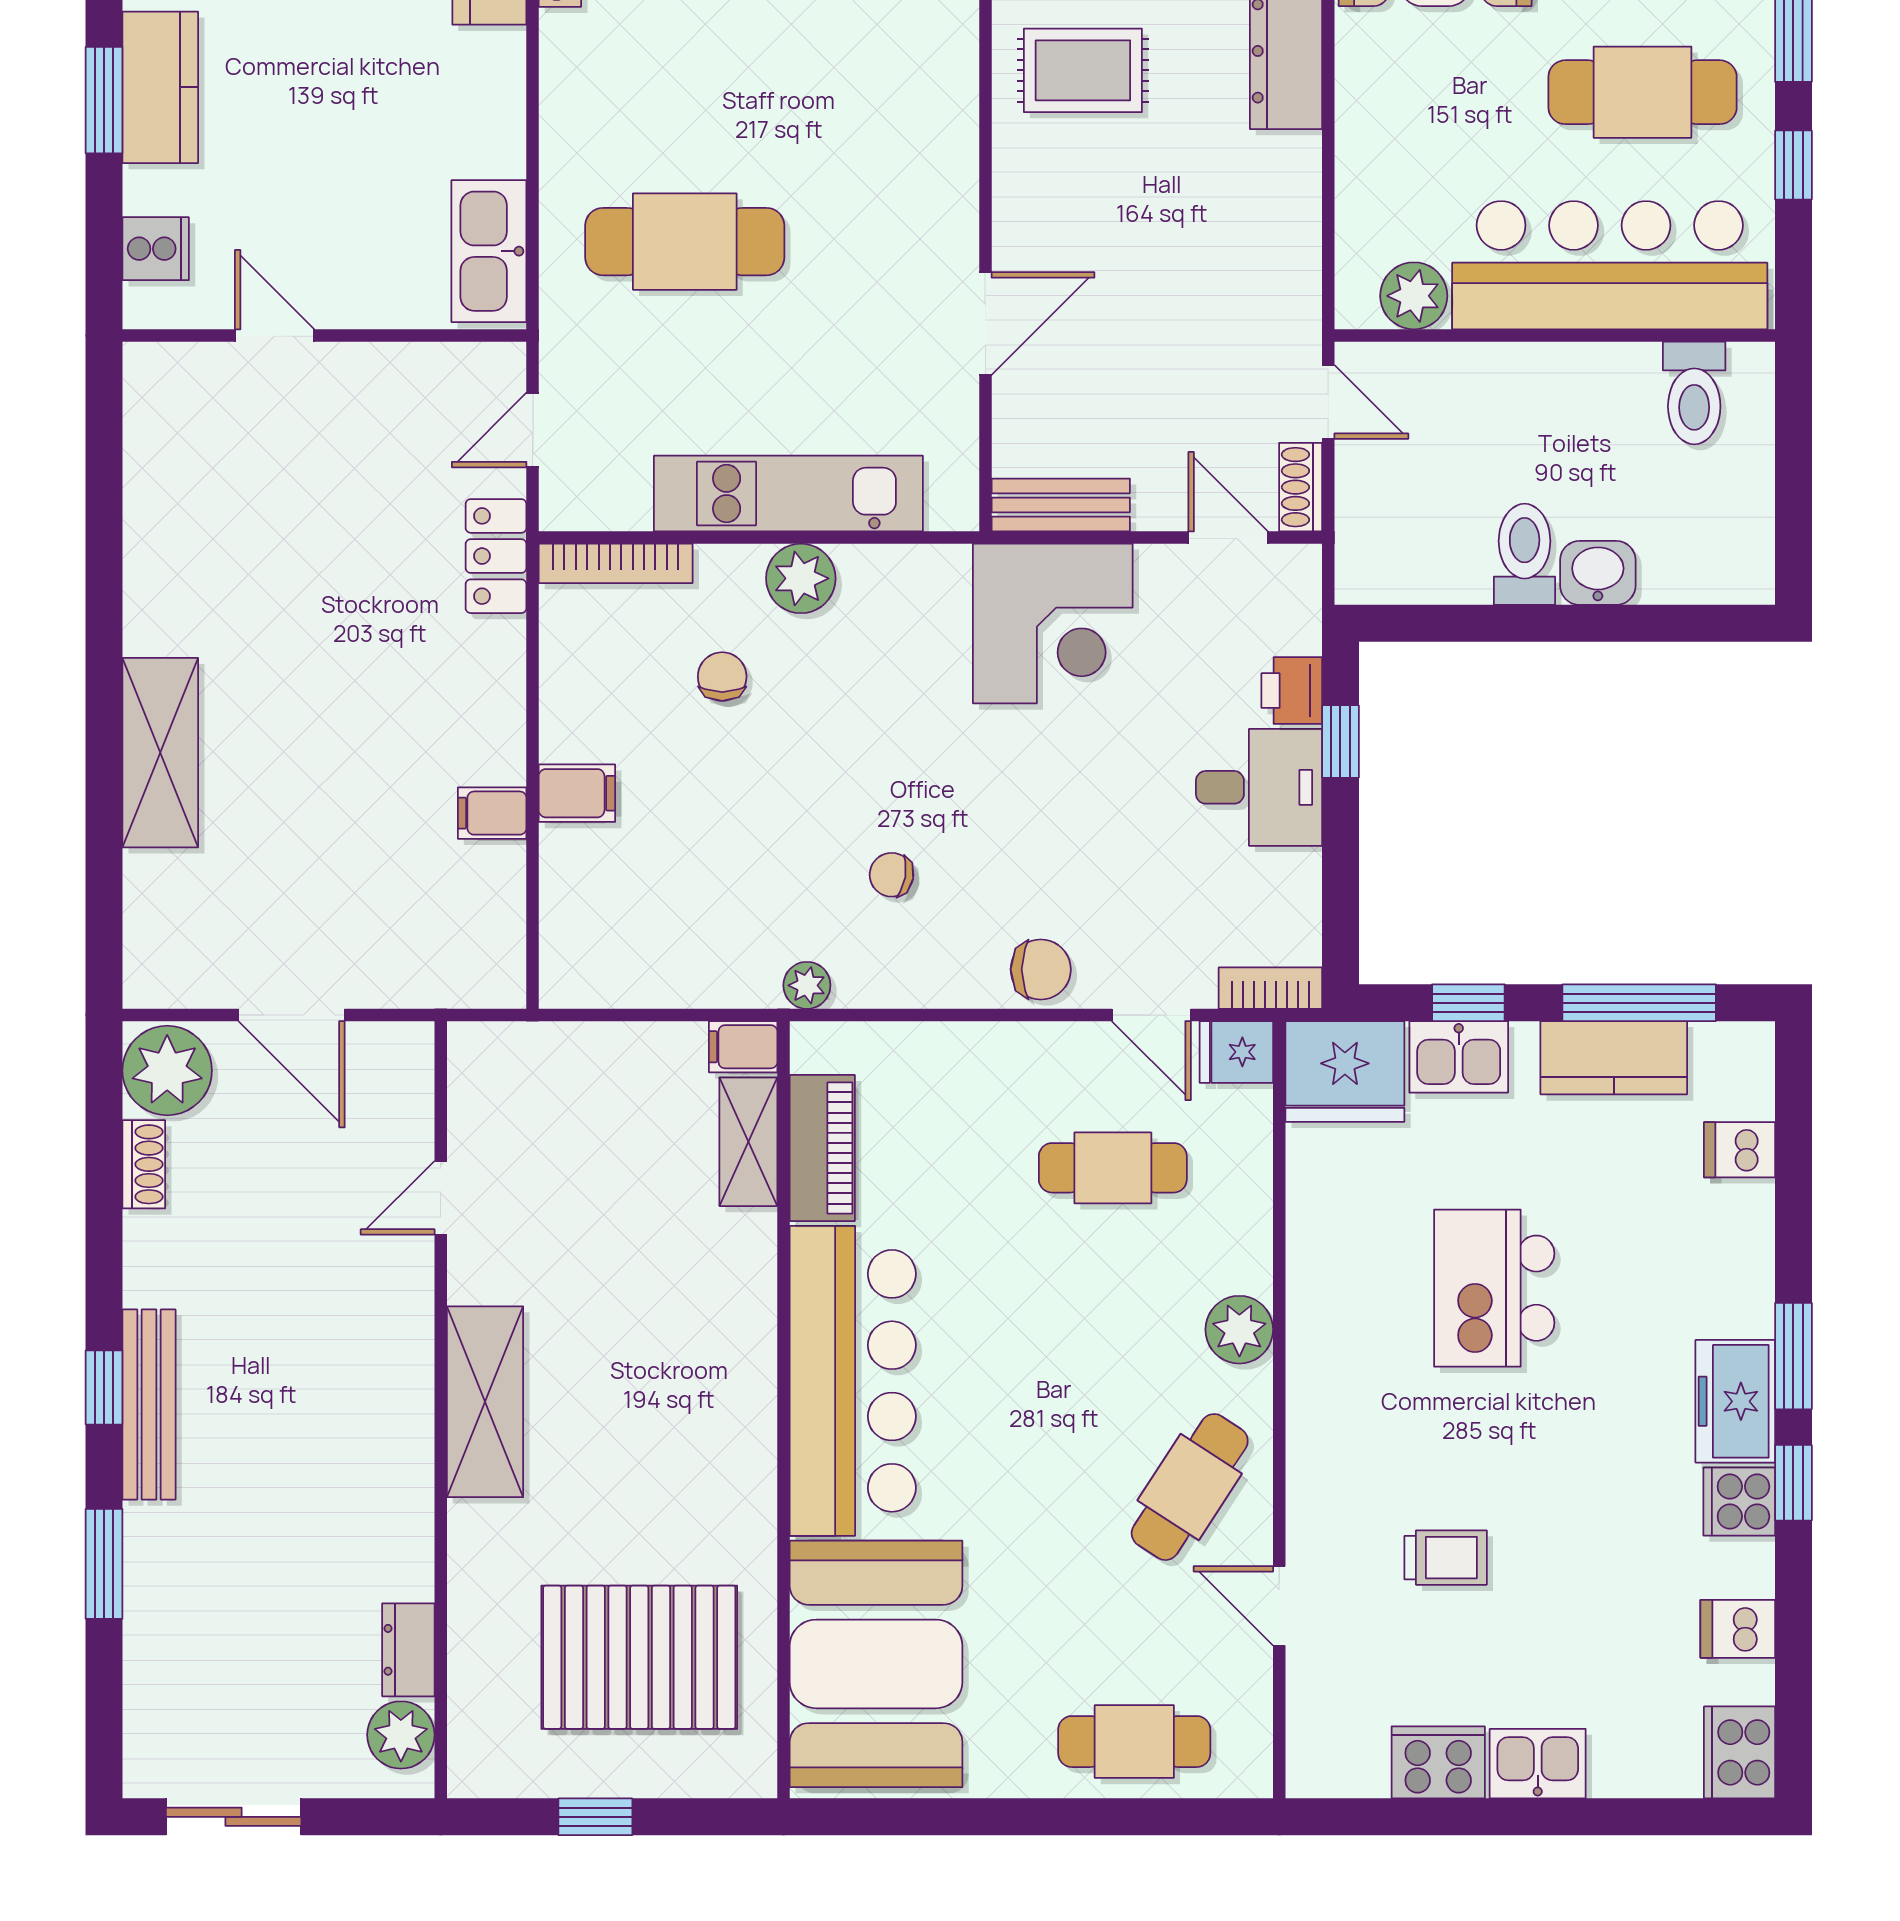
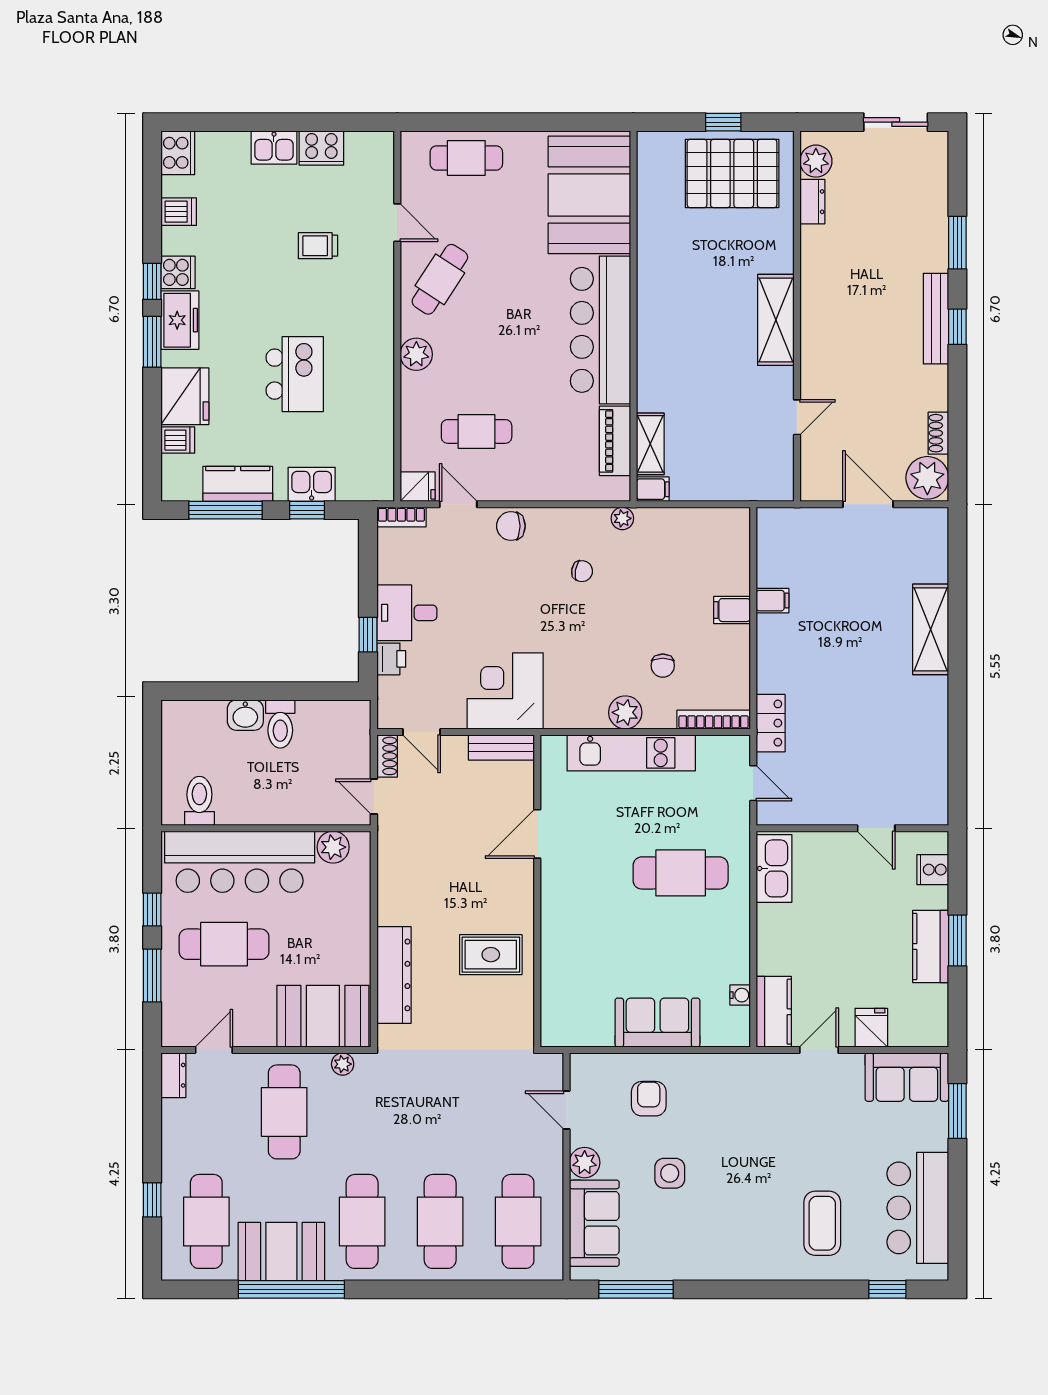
door: (533, 430) -> (753, 783), hinge flipped
fridge: (1345, 1071) -> (185, 396), moved, turned 90
pallet: (639, 1657) -> (732, 173), moved

